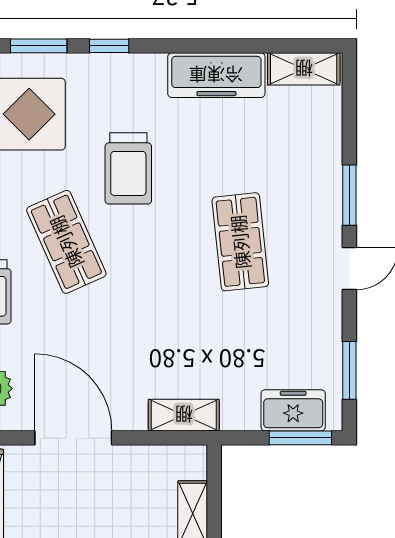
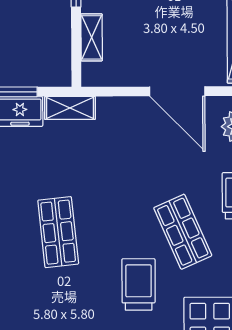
shelving: (184, 415) -> (70, 108), moved

